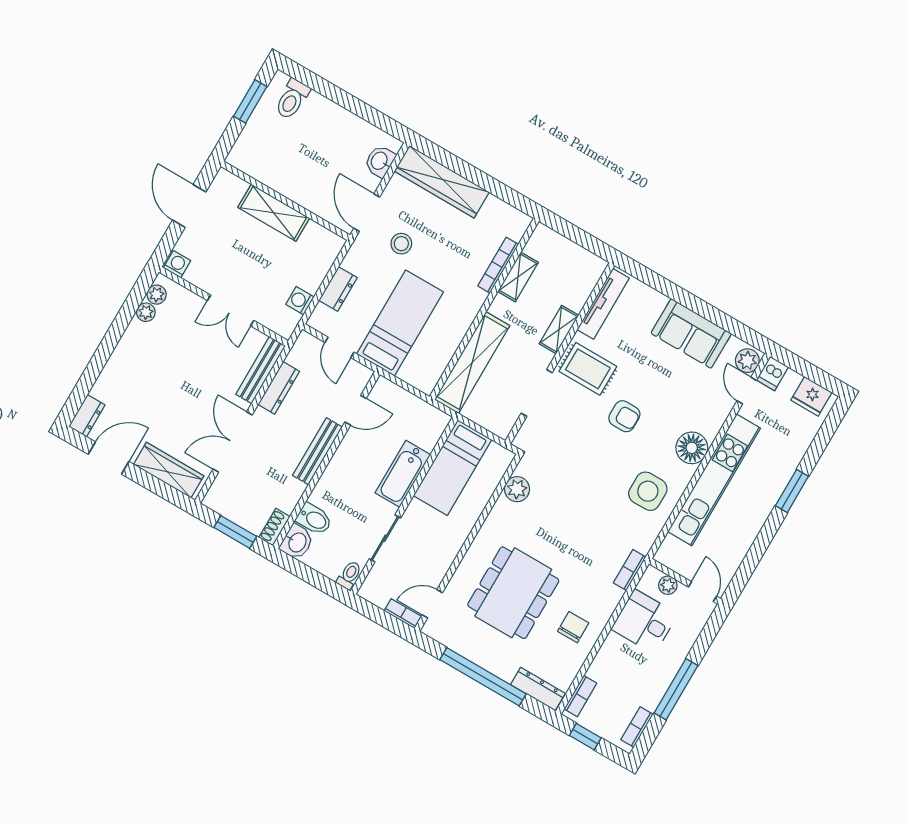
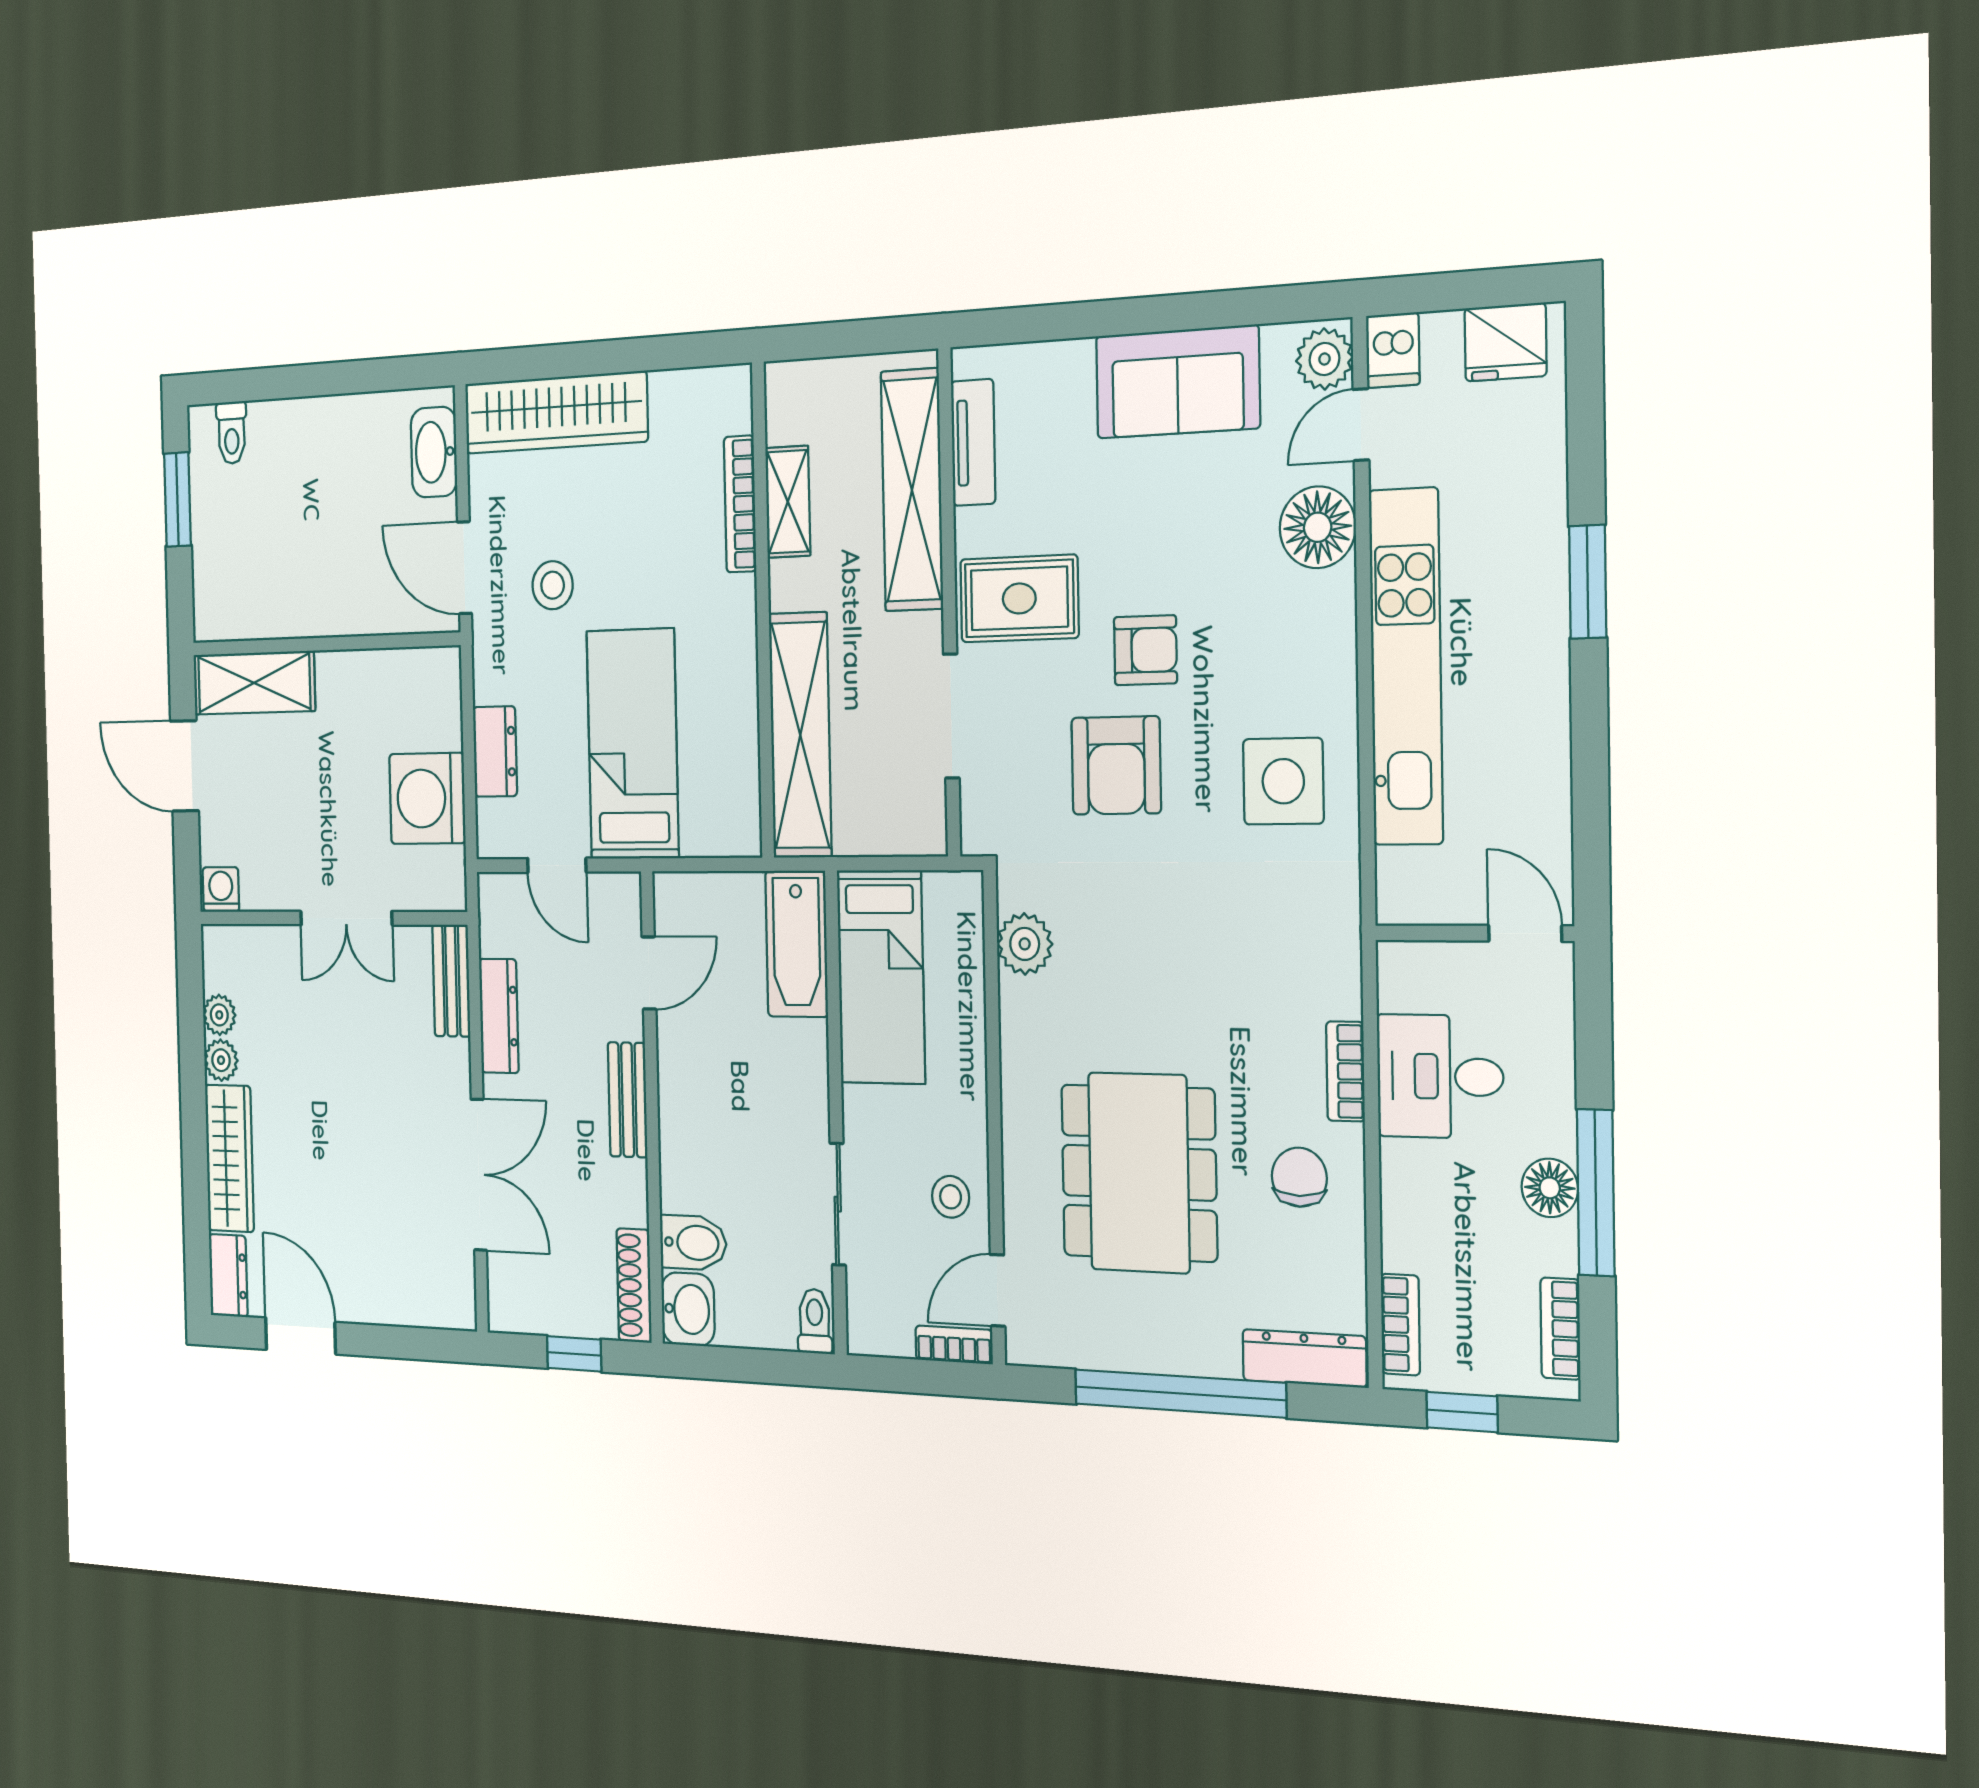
toilet: (292, 99) -> (232, 433), width x0.73, depth x0.72
washbasin: (380, 161) -> (434, 452), width x1.38
shelving: (274, 213) -> (254, 683), moved
plant: (157, 295) -> (221, 1060), moved
washing machine: (300, 301) -> (427, 798), width x1.89, depth x1.89
tv unit: (603, 304) -> (973, 442), width x0.71
shelving: (559, 330) -> (912, 490), width x2.20, depth x1.33
bench: (261, 370) -> (451, 981), width x0.73
door: (747, 391) -> (1361, 425), hinge flipped
double door: (233, 442) -> (479, 1175), swing flipped
floor lamp: (692, 448) -> (1318, 527), moved
armchair: (590, 449) -> (1116, 765), added
bench: (317, 451) -> (628, 1100), width x0.73
door: (108, 458) -> (301, 1336), hinge flipped
wardrobe: (169, 470) -> (229, 1158), moved, turned 90
bathtub: (403, 474) -> (797, 944), moved
shoe rack: (274, 527) -> (634, 1285), width x1.43
window: (235, 532) -> (574, 1354), width x0.67
stool: (433, 561) -> (951, 1197), added
bookcase: (630, 570) -> (1346, 1071), moved
plant: (668, 585) -> (1443, 964), removed
floor lamp: (661, 679) -> (1550, 1188), added

